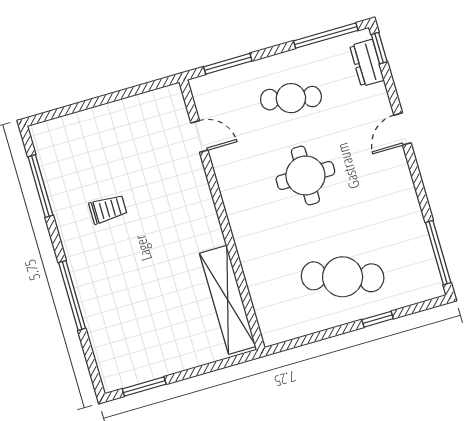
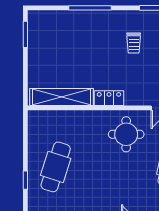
round table: (305, 175) -> (126, 134), moved
locker: (208, 223) -> (109, 98), added

